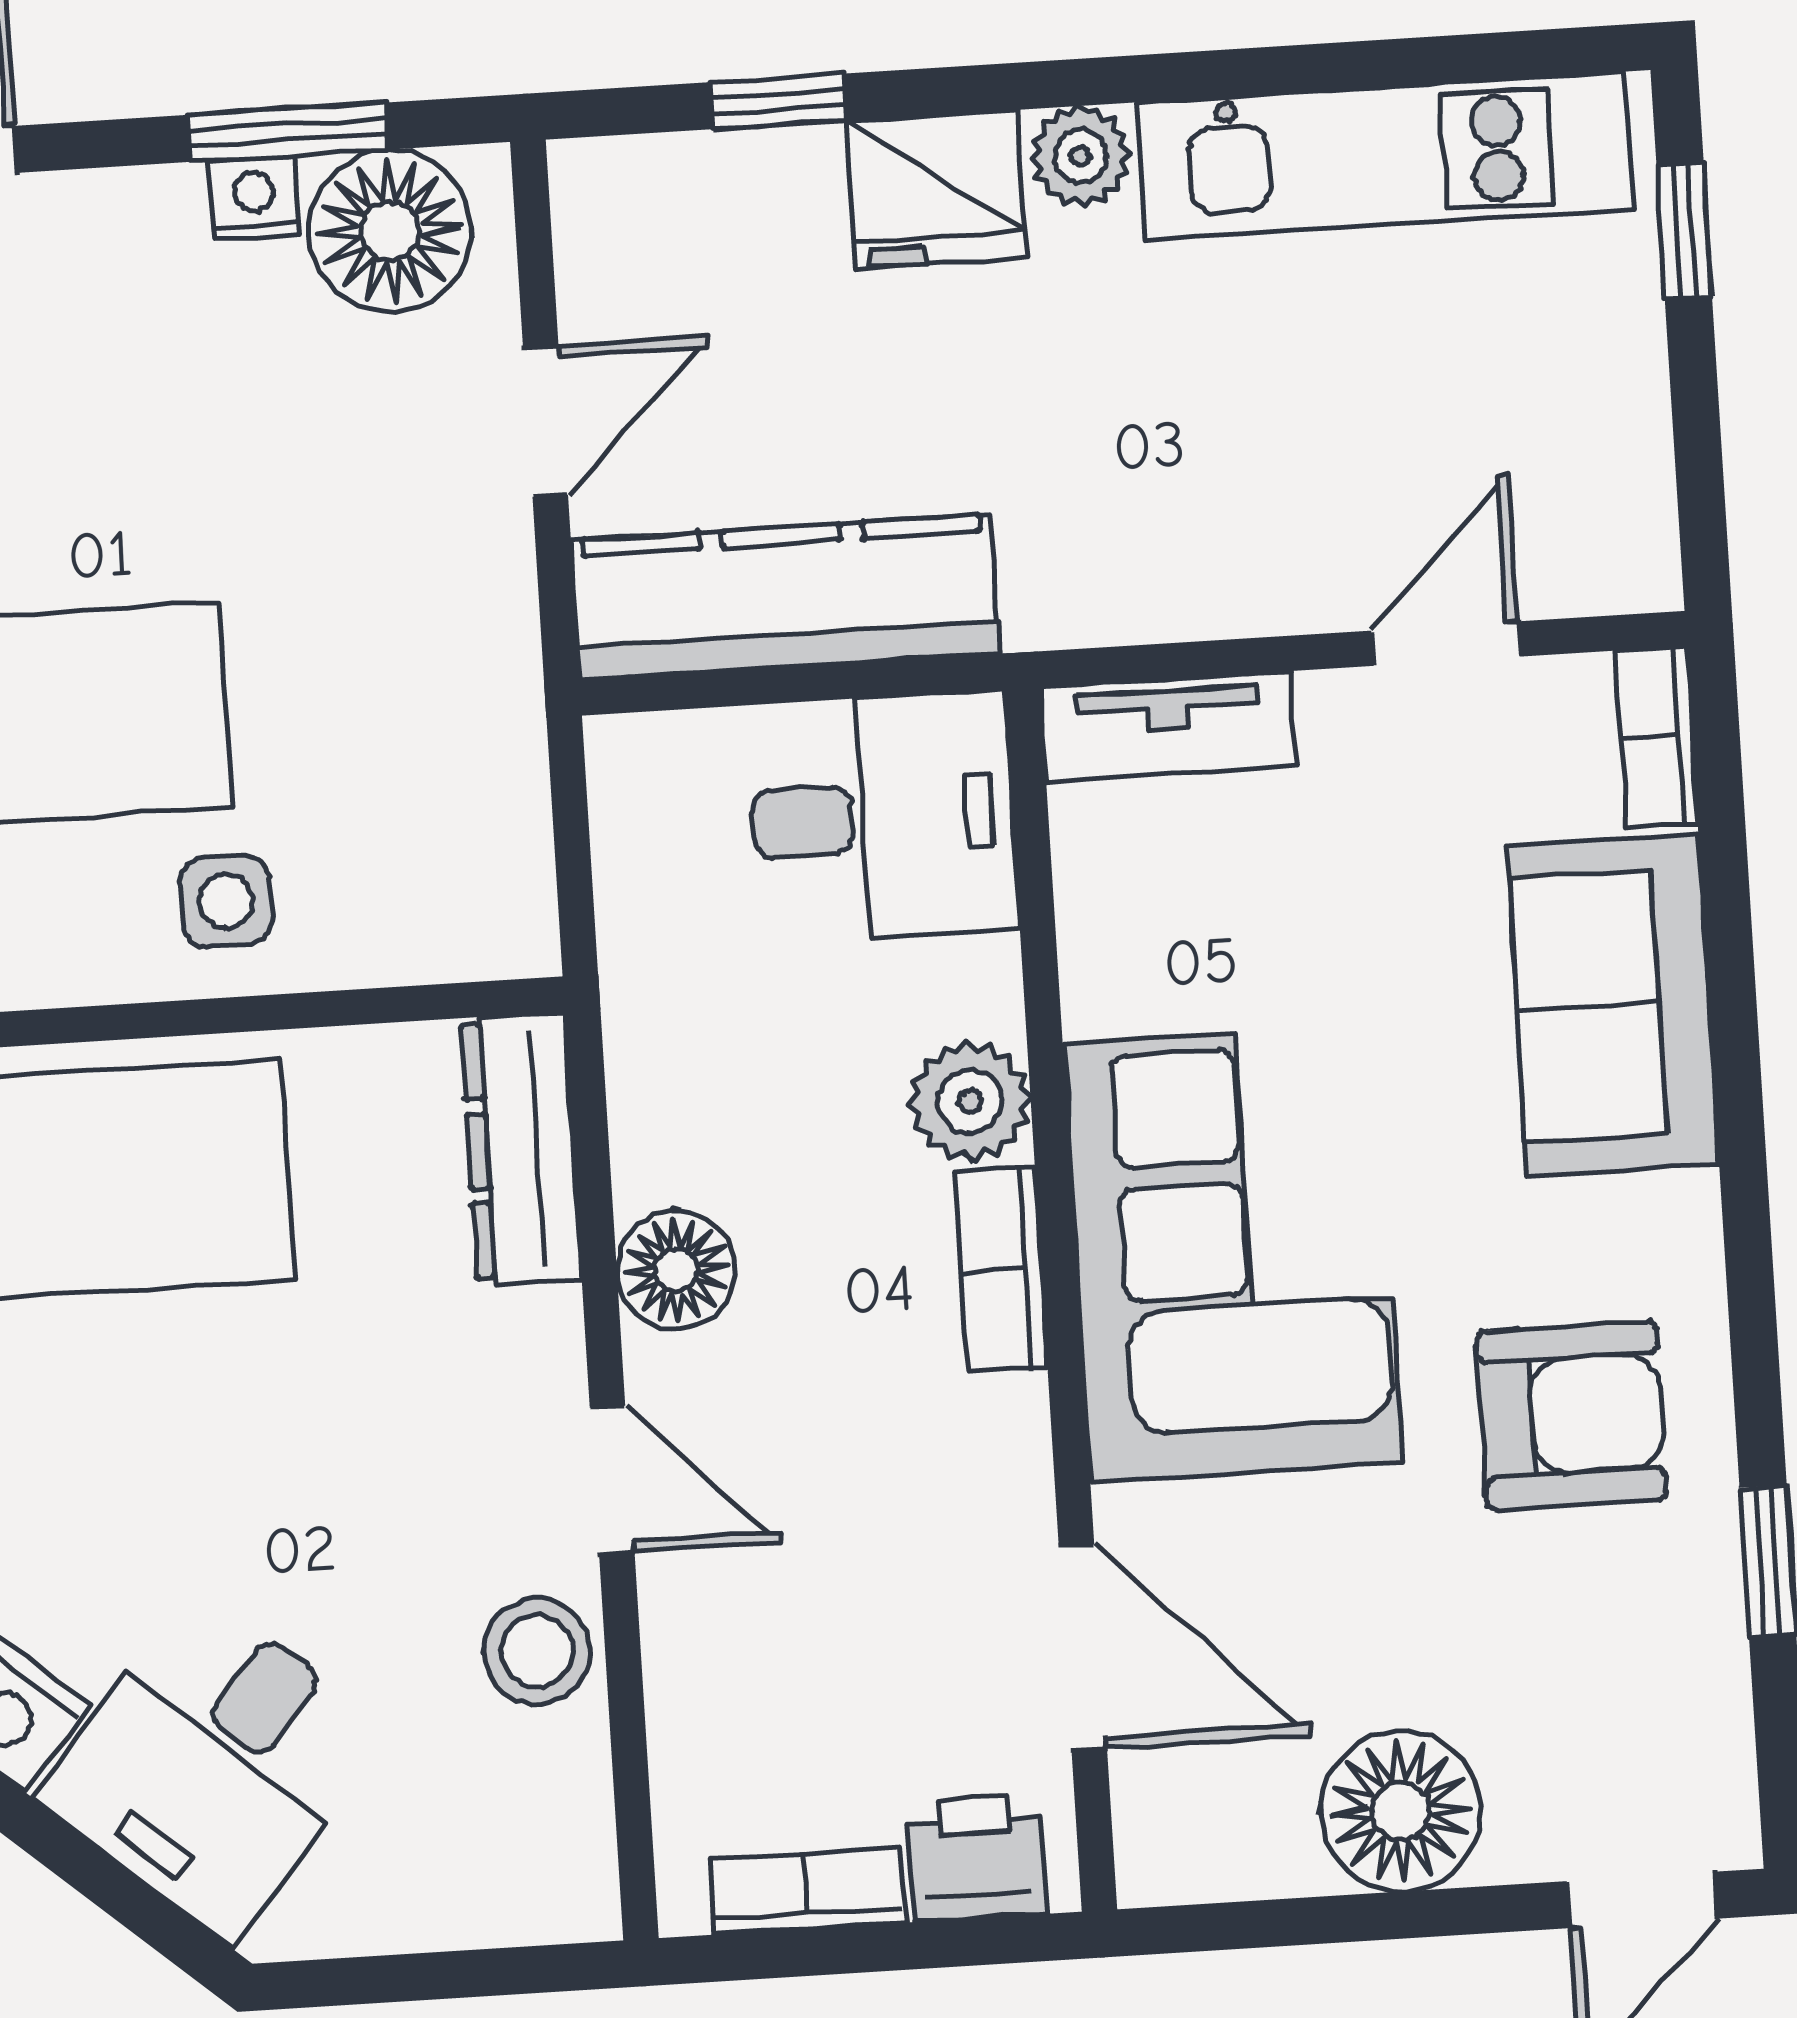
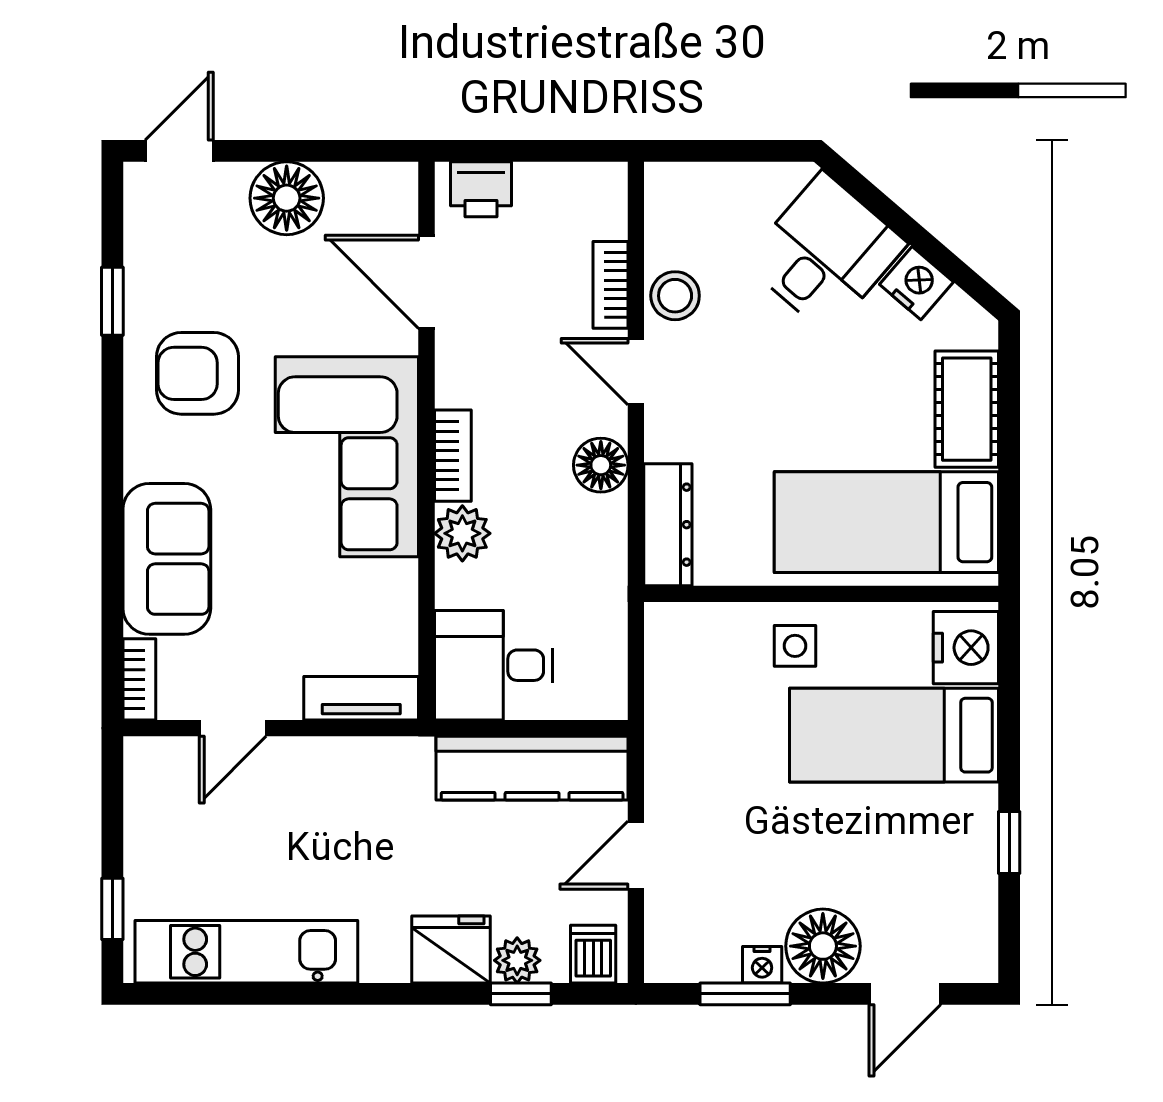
plant: (1081, 156) -> (517, 960), moved
dishwasher: (625, 198) -> (593, 954), added
floor lamp: (390, 231) -> (823, 946), moved
bookcase: (807, 1891) -> (611, 285), moved, turned 90

